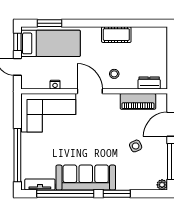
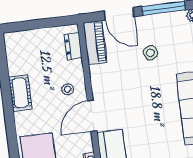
piano: (138, 101) -> (95, 43), moved

